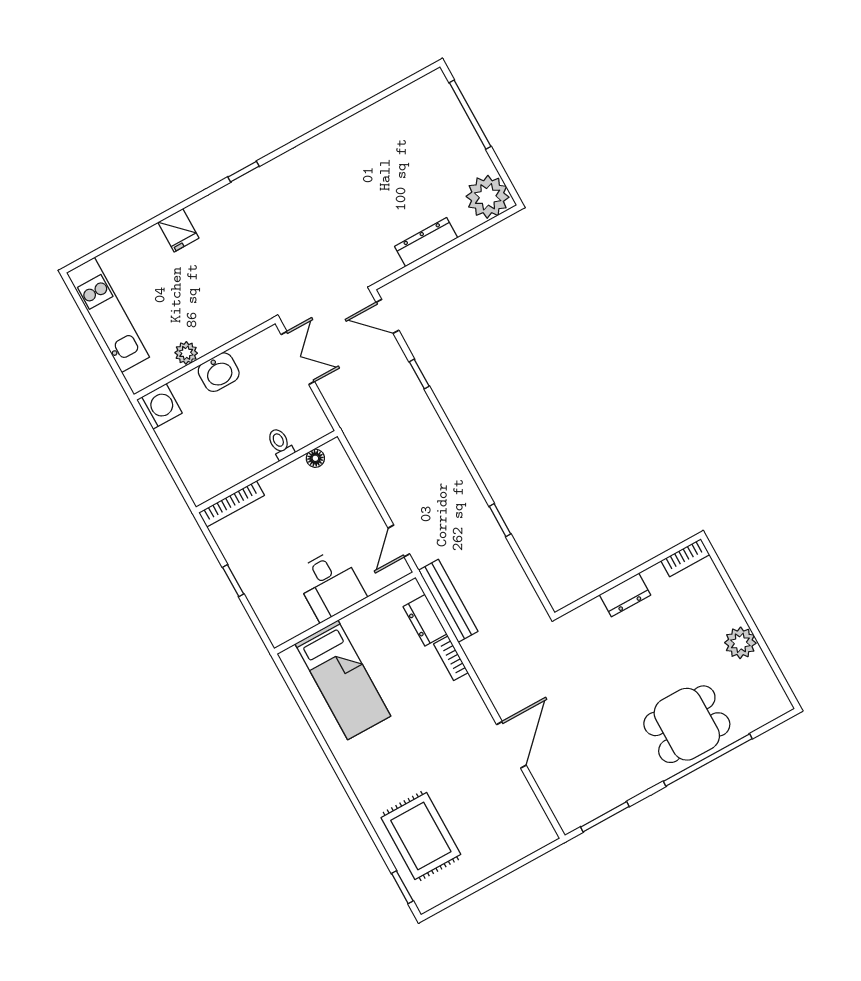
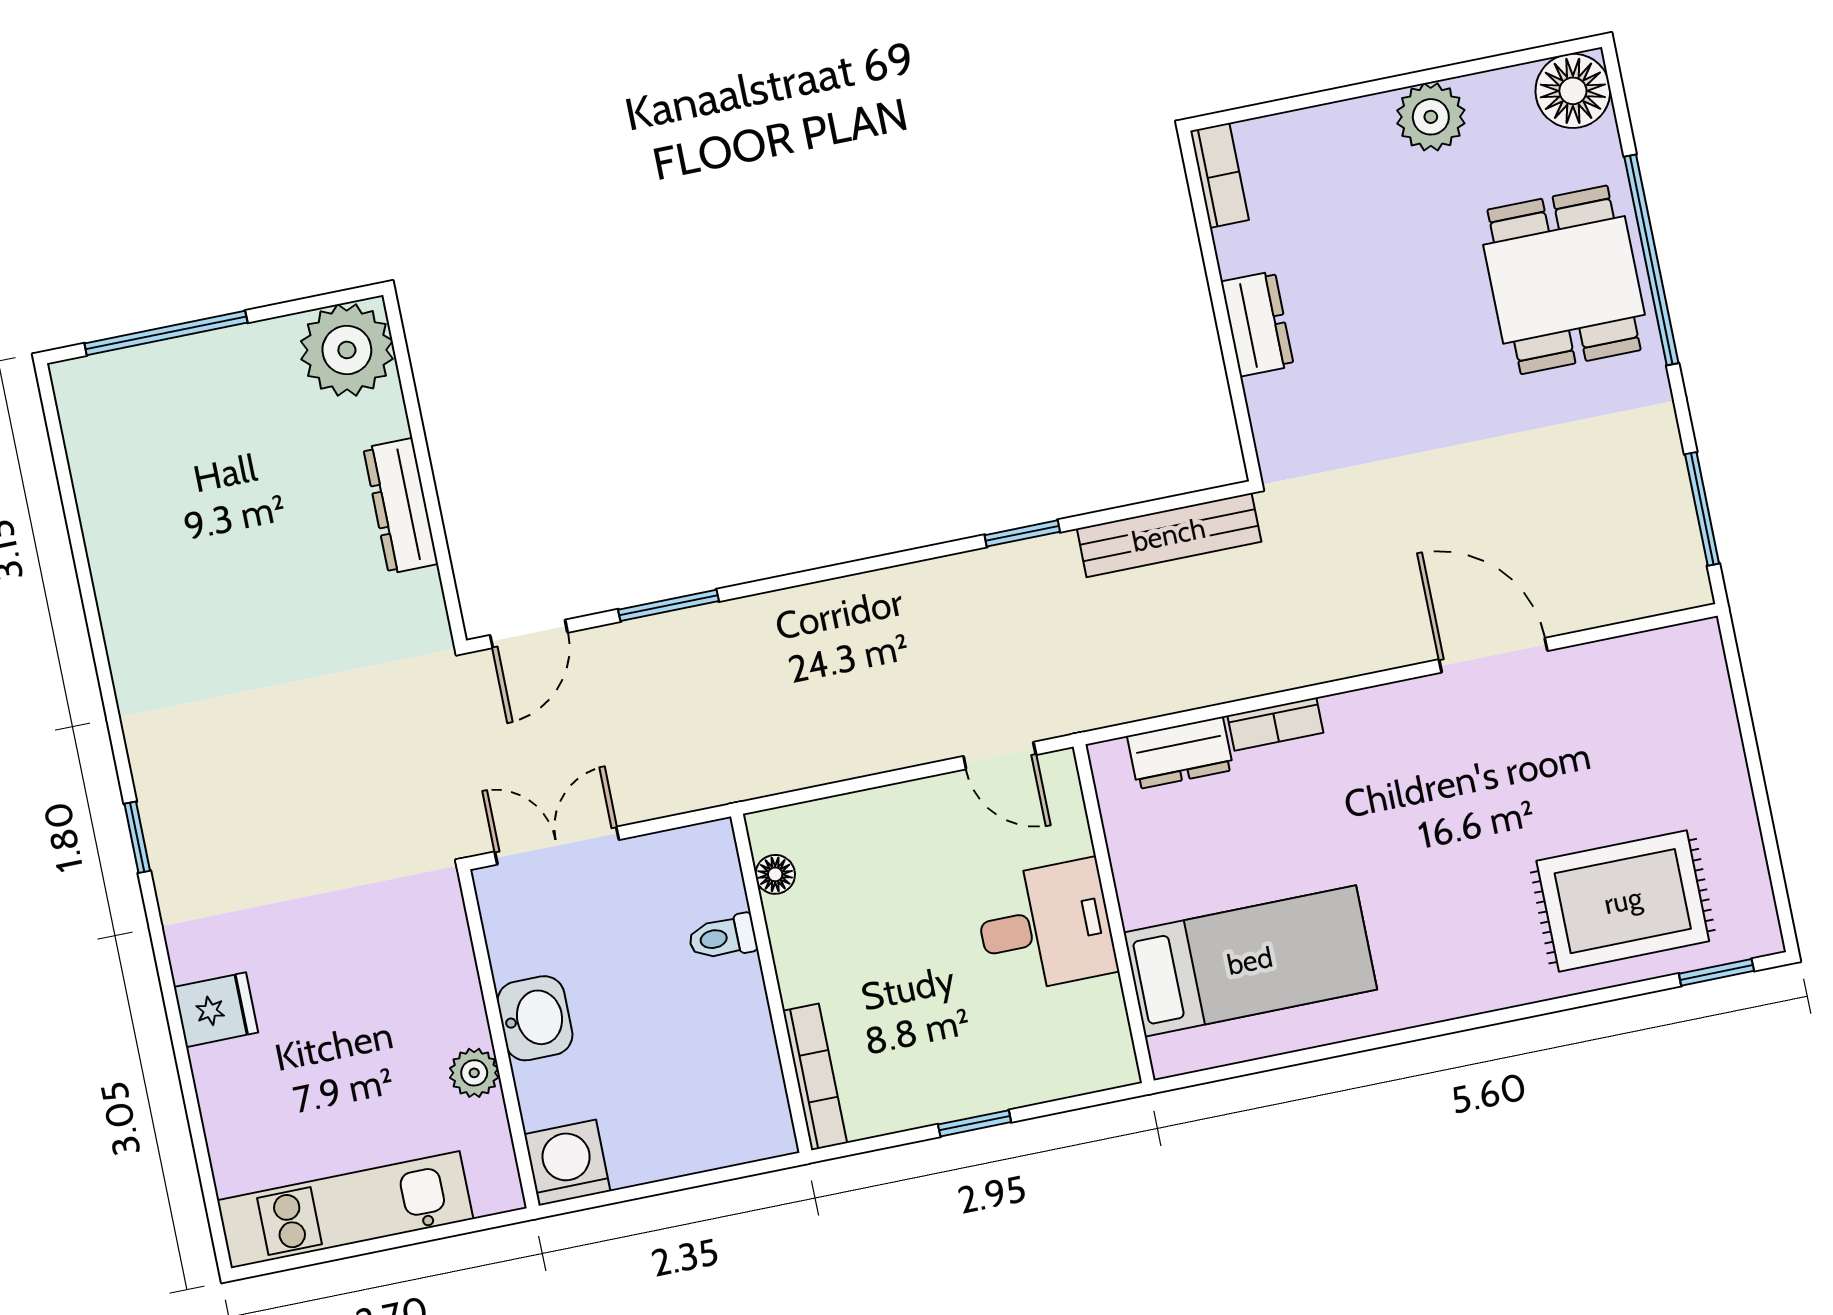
window: (419, 374) -> (669, 605), width x1.50
bench: (448, 601) -> (1169, 535), moved
floor lamp: (771, 702) -> (1573, 91), added

